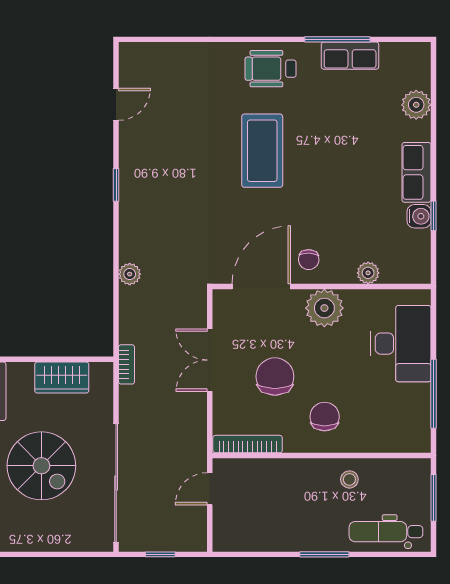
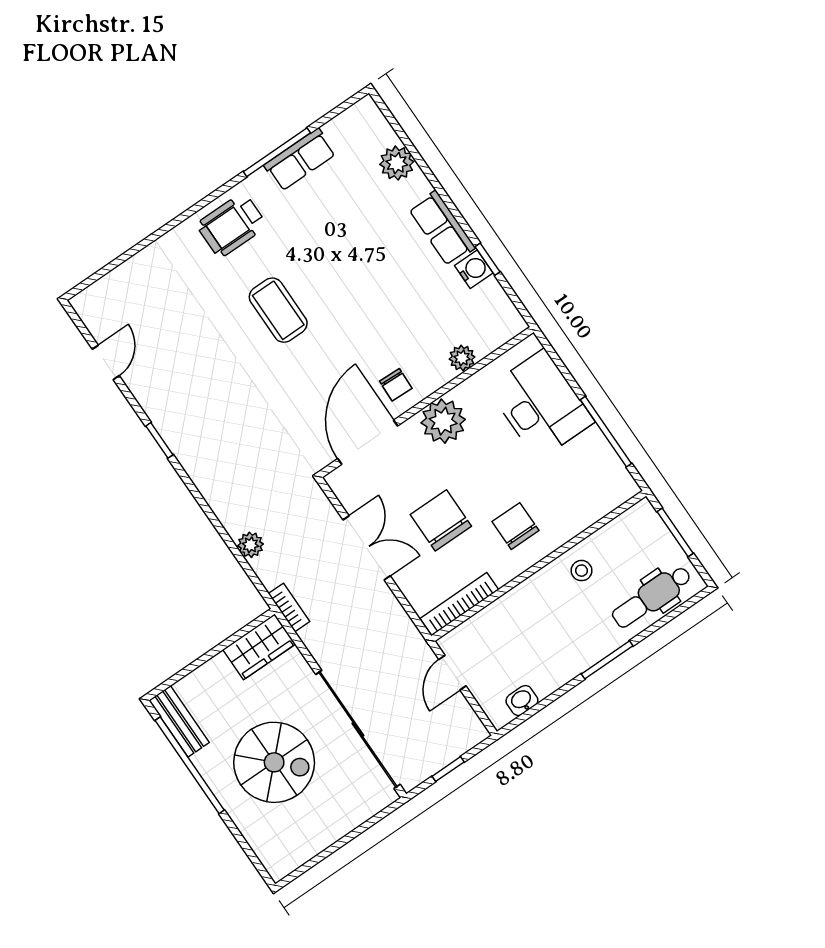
coffee table: (262, 151) -> (278, 310), width x0.73, depth x0.76
plant: (130, 274) -> (250, 545), moved
double door: (210, 360) -> (367, 548), swing flipped
wardrobe: (62, 378) -> (259, 647), moved
washbasin: (245, 542) -> (522, 701), added

